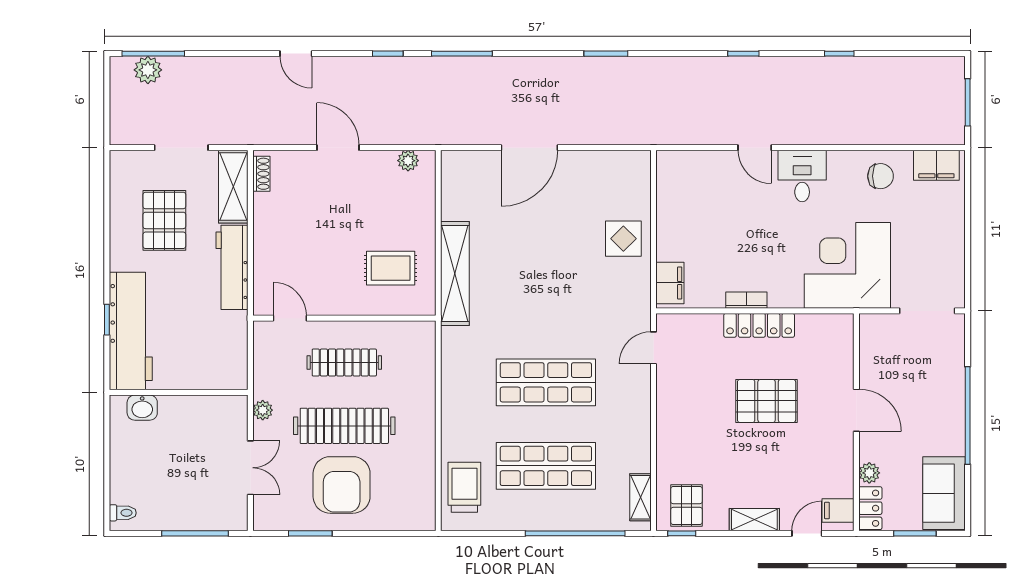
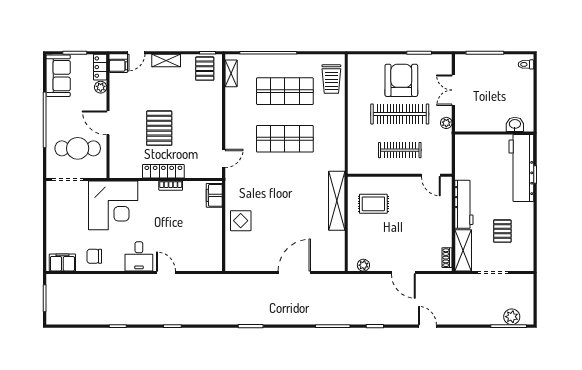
pallet: (164, 220) -> (502, 231), width x0.67, depth x0.71
cafe table: (910, 366) -> (78, 148), added
pallet: (767, 401) -> (159, 128), turned 90

